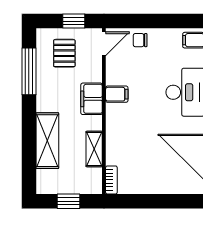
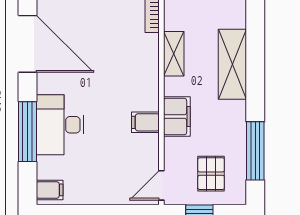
chair: (140, 40) -> (116, 190), removed

